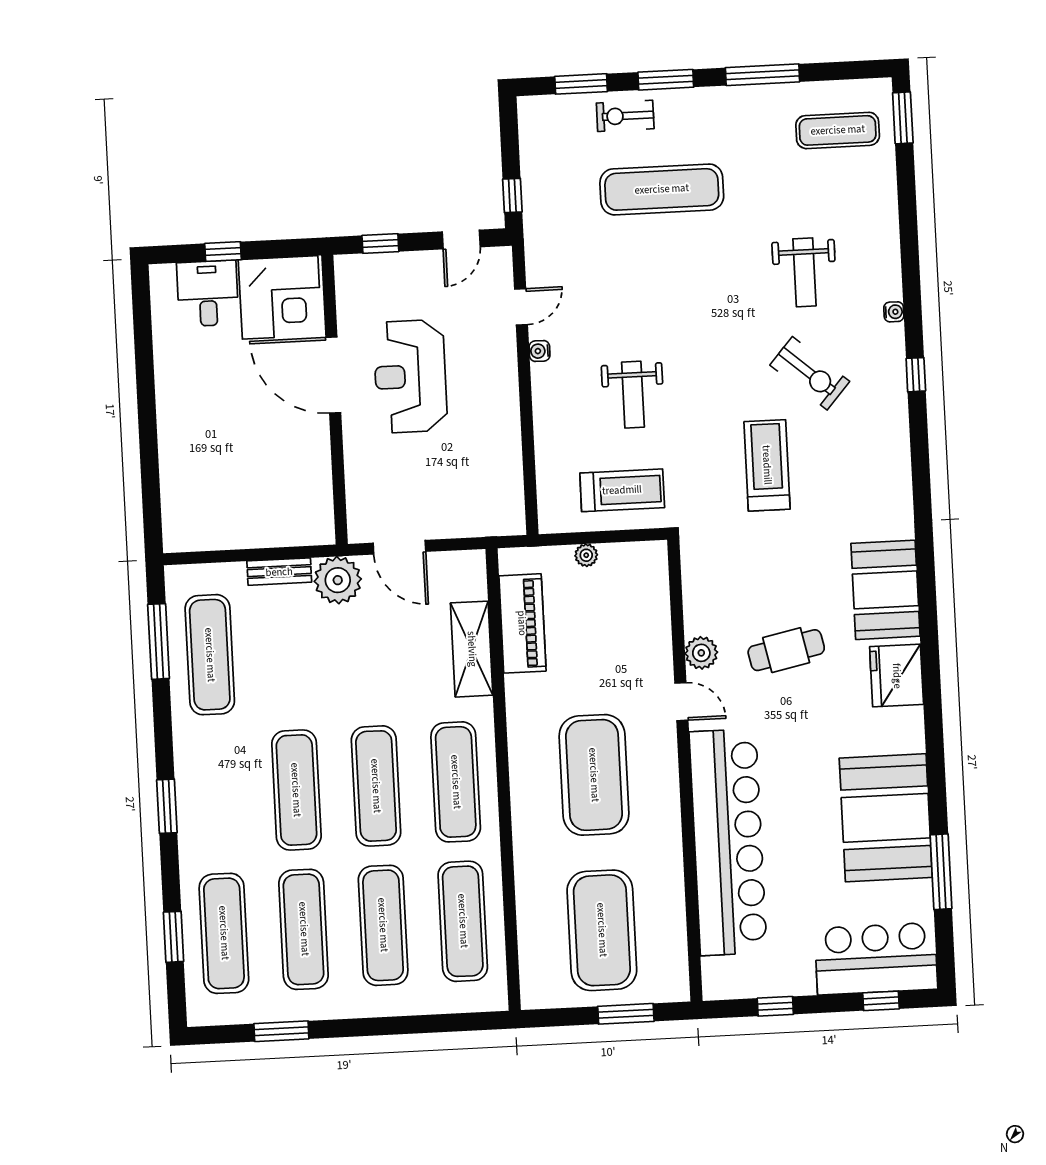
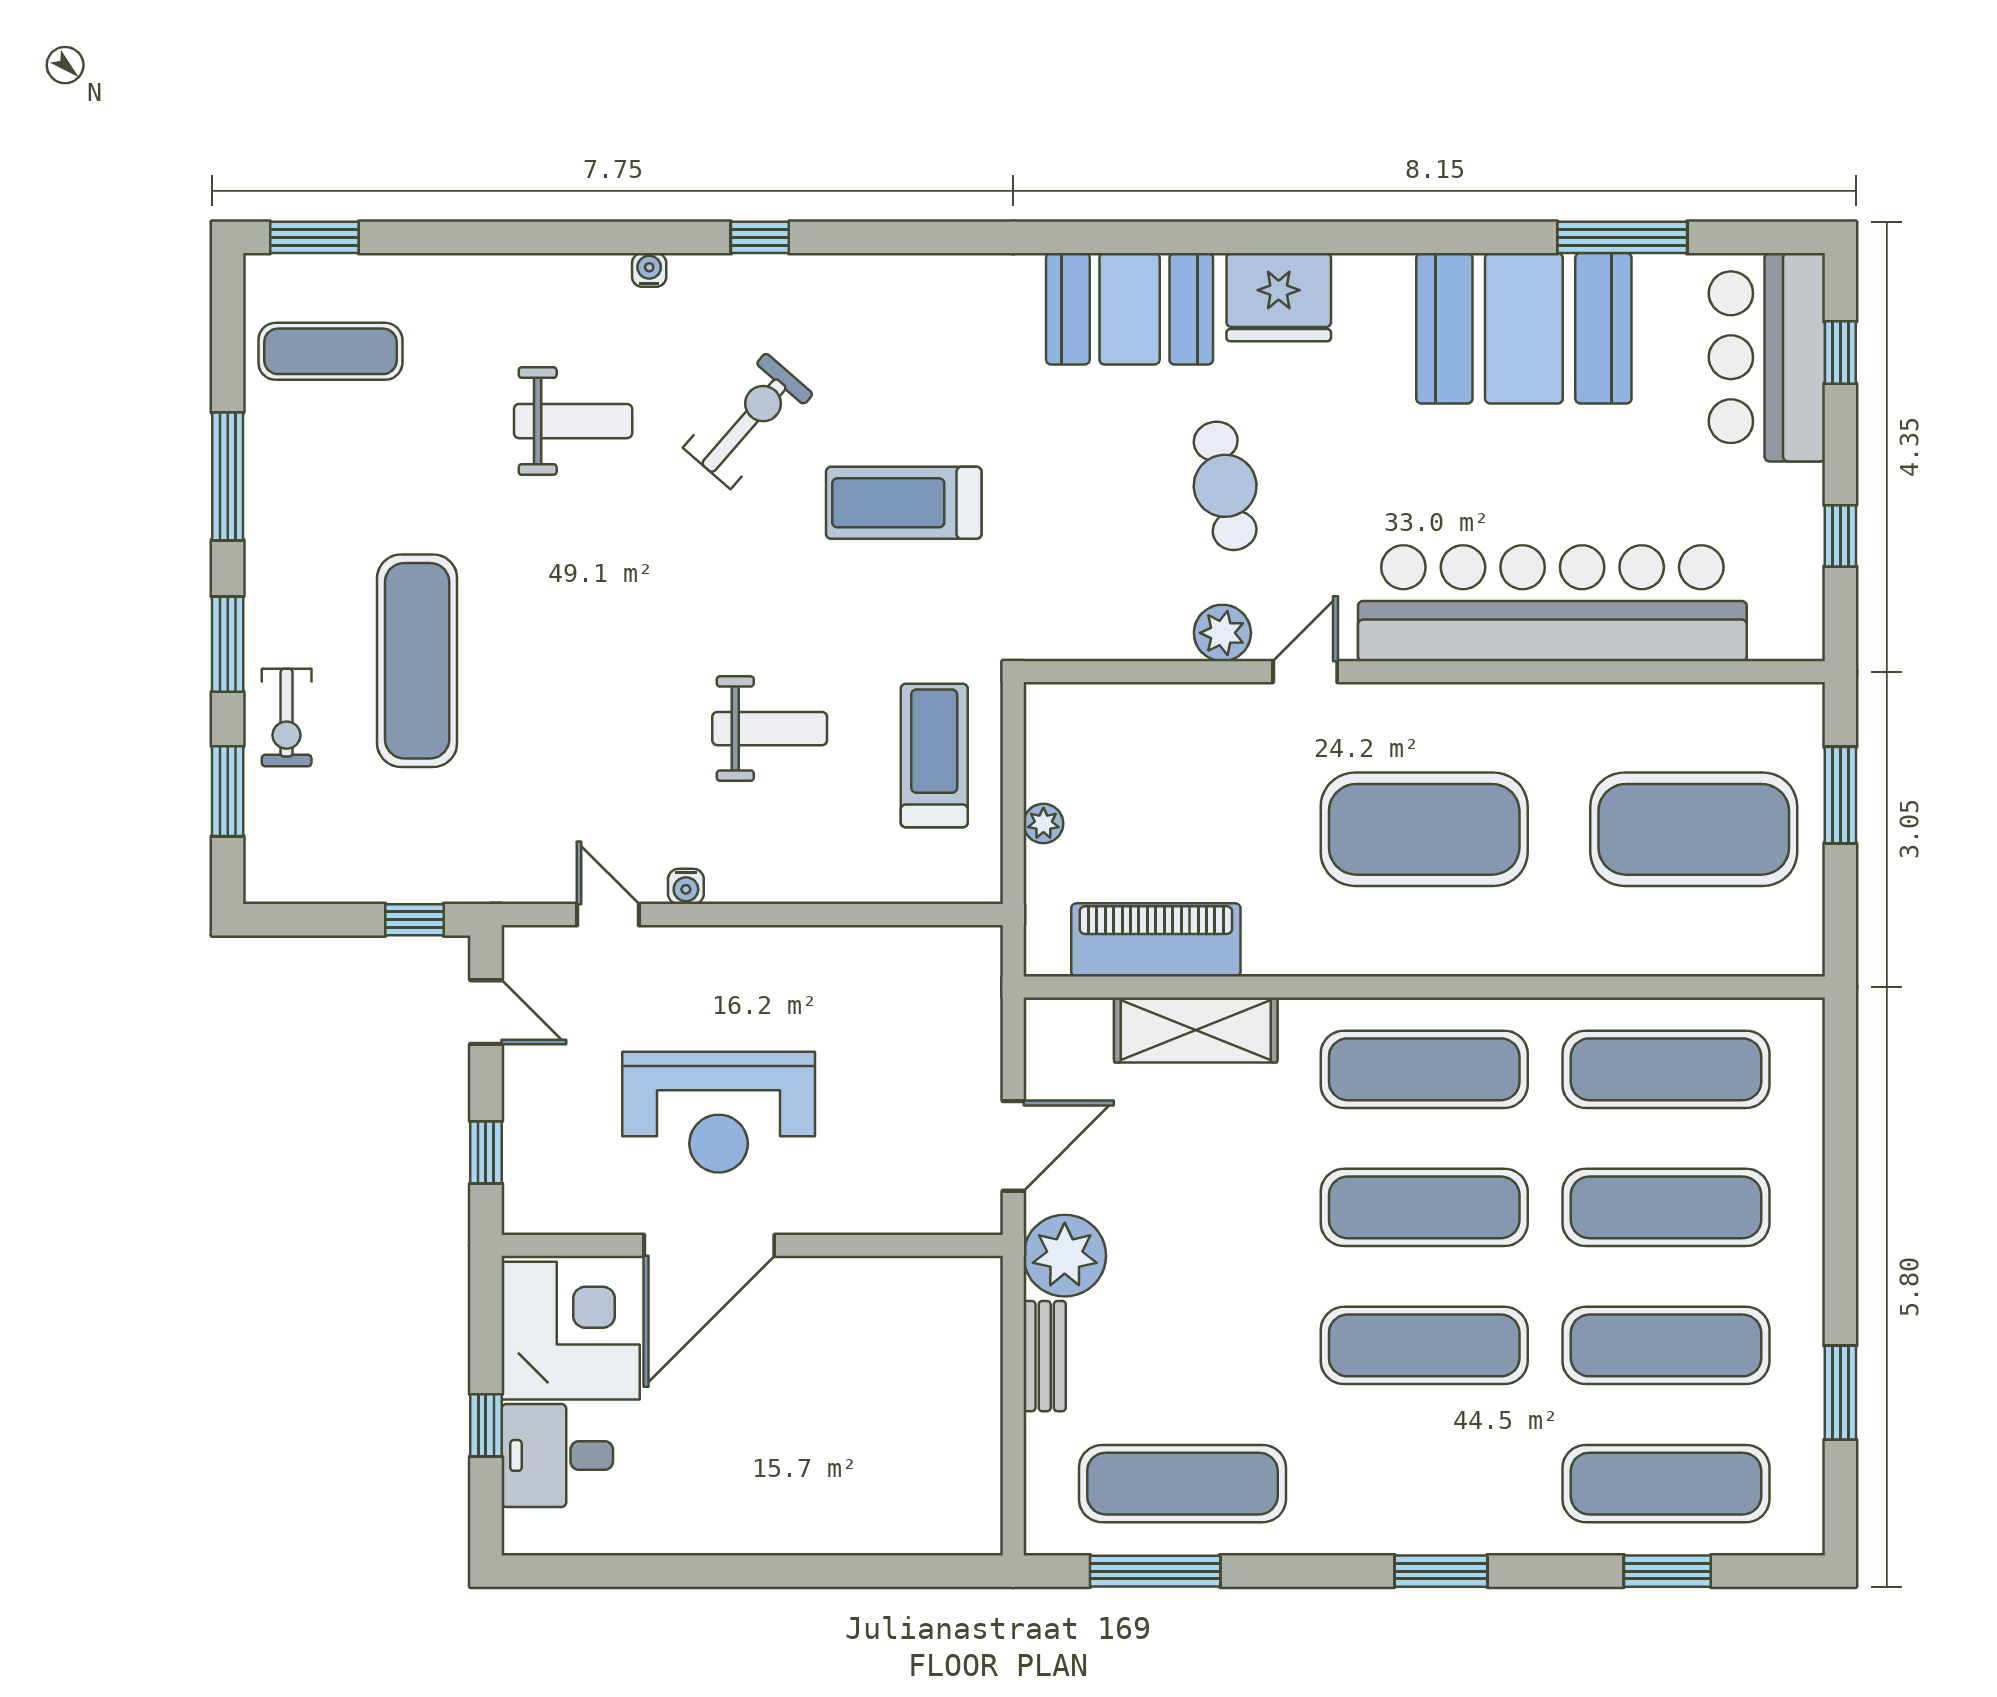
exercise mat: (838, 130) -> (330, 351), turned 90

